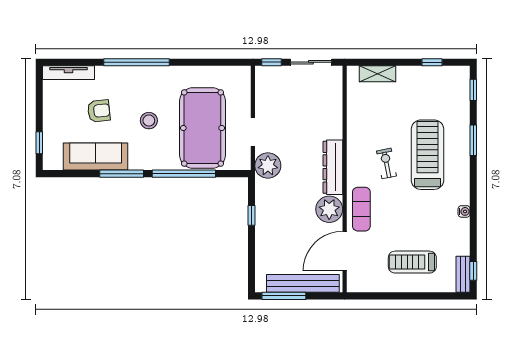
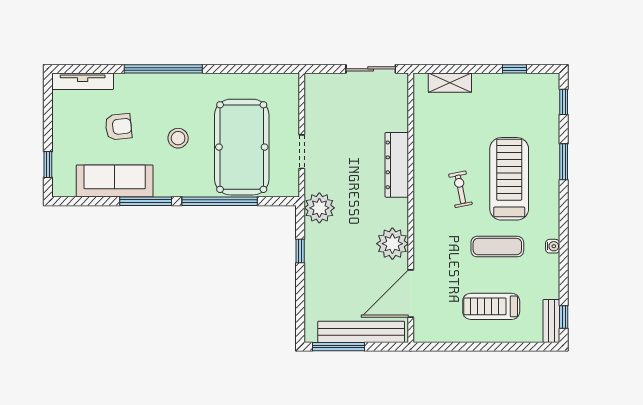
window: (271, 62) -> (324, 69), removed
plant: (268, 166) -> (319, 208), moved
dresser: (333, 167) -> (397, 165), moved
exercise mat: (361, 209) -> (497, 247), moved, turned 90

